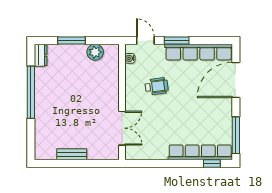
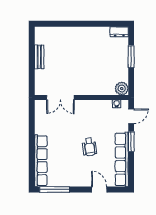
plant: (95, 52) -> (122, 89), moved
door: (236, 80) -> (99, 189), width x0.53
wheelchair: (157, 86) -> (90, 147), moved
window: (31, 92) -> (89, 24), removed
window: (212, 164) -> (32, 170), removed

